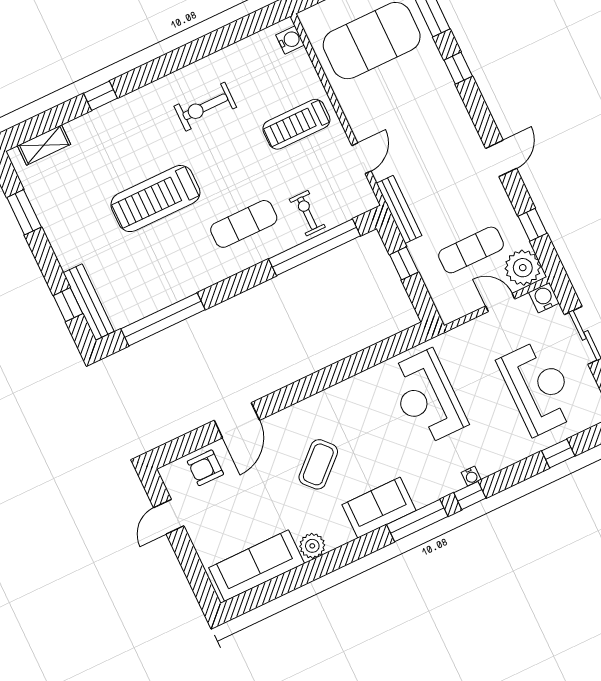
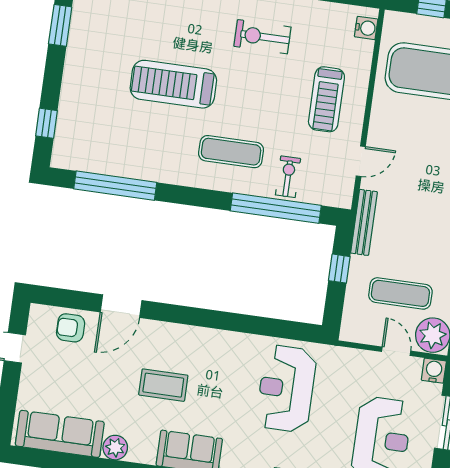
treadmill: (296, 124) -> (326, 99), turned -90
bench: (89, 302) -> (65, 132), removed
coffee table: (318, 464) -> (163, 385), turned 43

